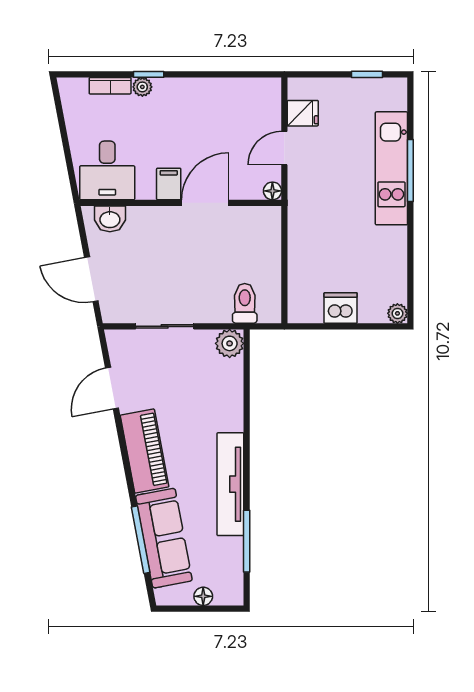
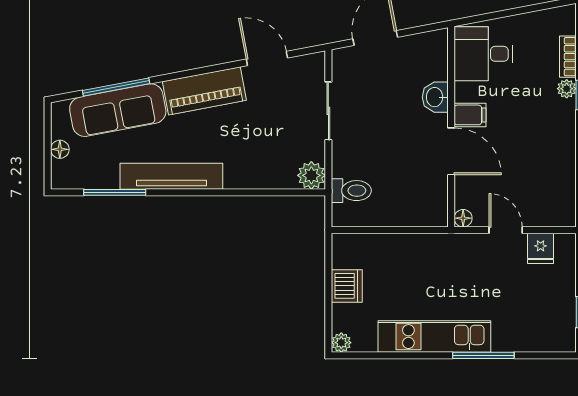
kitchen unit: (391, 168) -> (434, 337), moved
washbasin: (110, 219) -> (435, 97), moved

